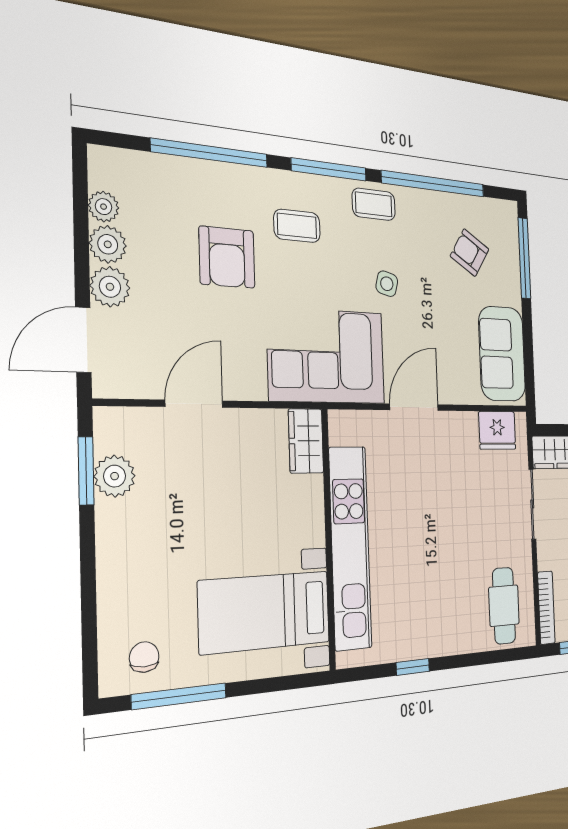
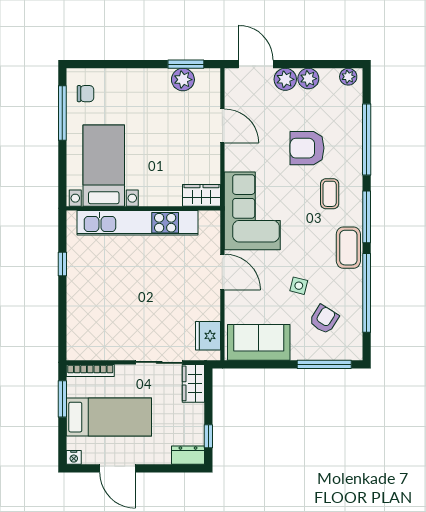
coffee table: (374, 204) -> (348, 248), width x1.36, depth x1.30
plant: (104, 207) -> (348, 77), moved
side table: (387, 284) -> (299, 286), moved
cafe table: (504, 606) -> (94, 336), removed

